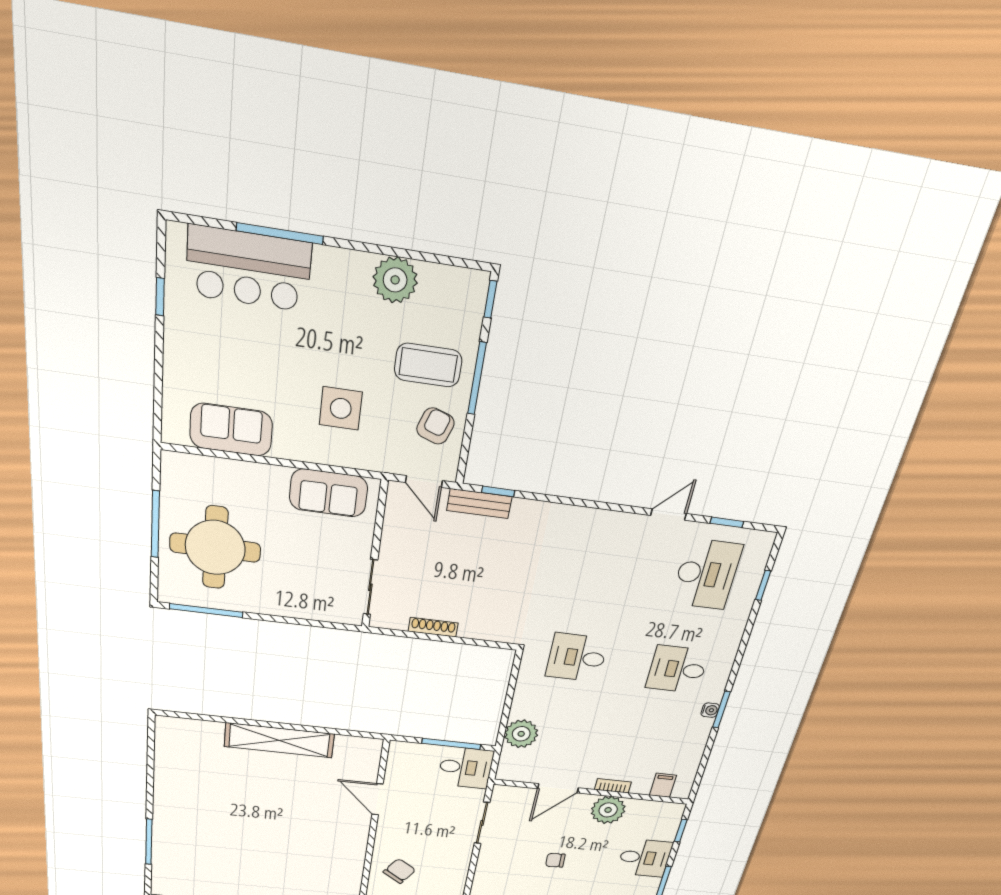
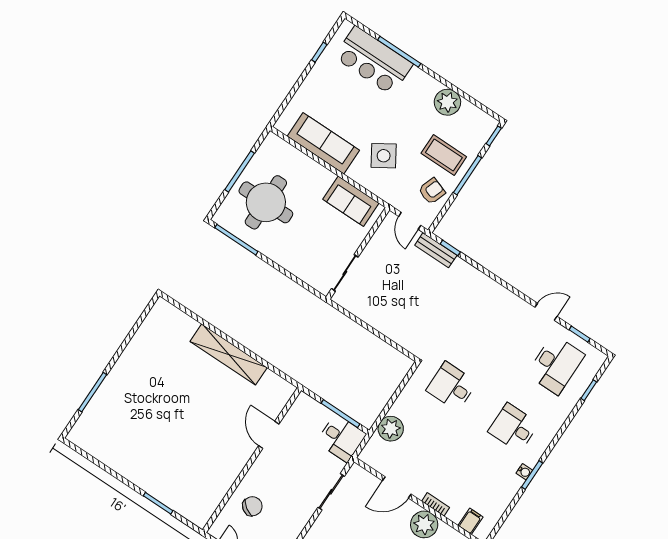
side table: (341, 408) -> (384, 156), turned -32
sofa: (231, 430) -> (323, 143), width x1.36
shoe rack: (433, 627) -> (370, 319), removed

